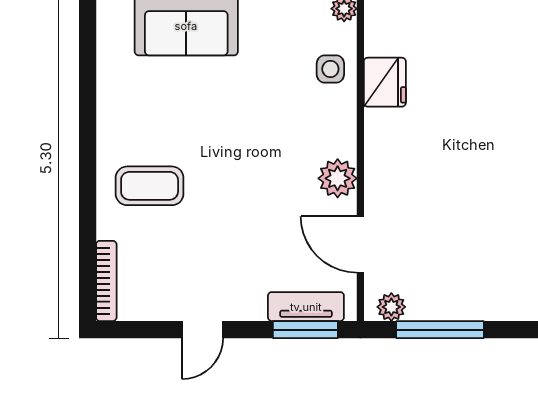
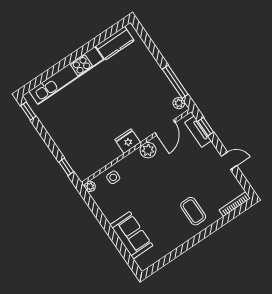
fridge: (385, 82) -> (128, 141), moved
window: (305, 330) -> (206, 127), width x0.67

